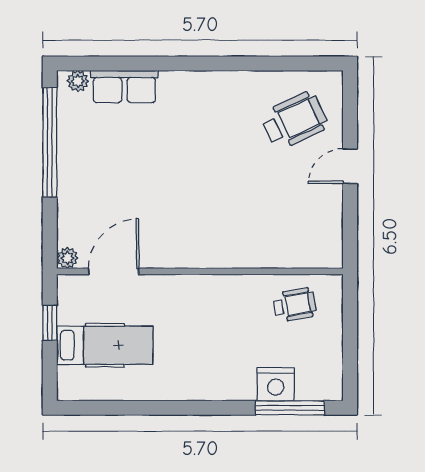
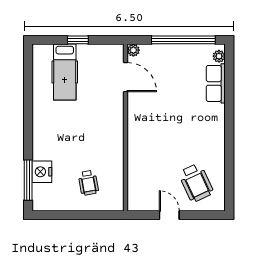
plant: (67, 258) -> (133, 50), moved
door: (114, 271) -> (126, 77), moved
wall: (200, 271) -> (126, 128), moved

